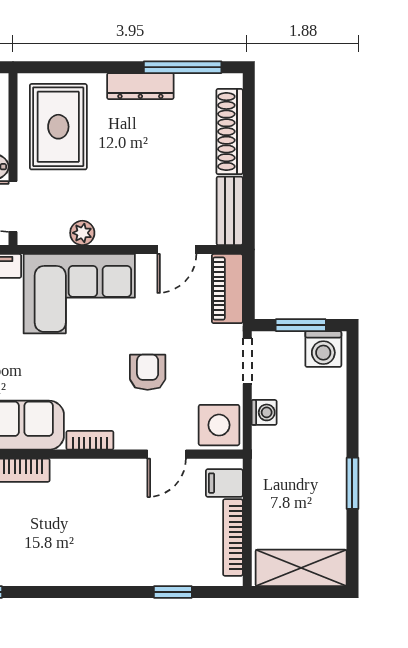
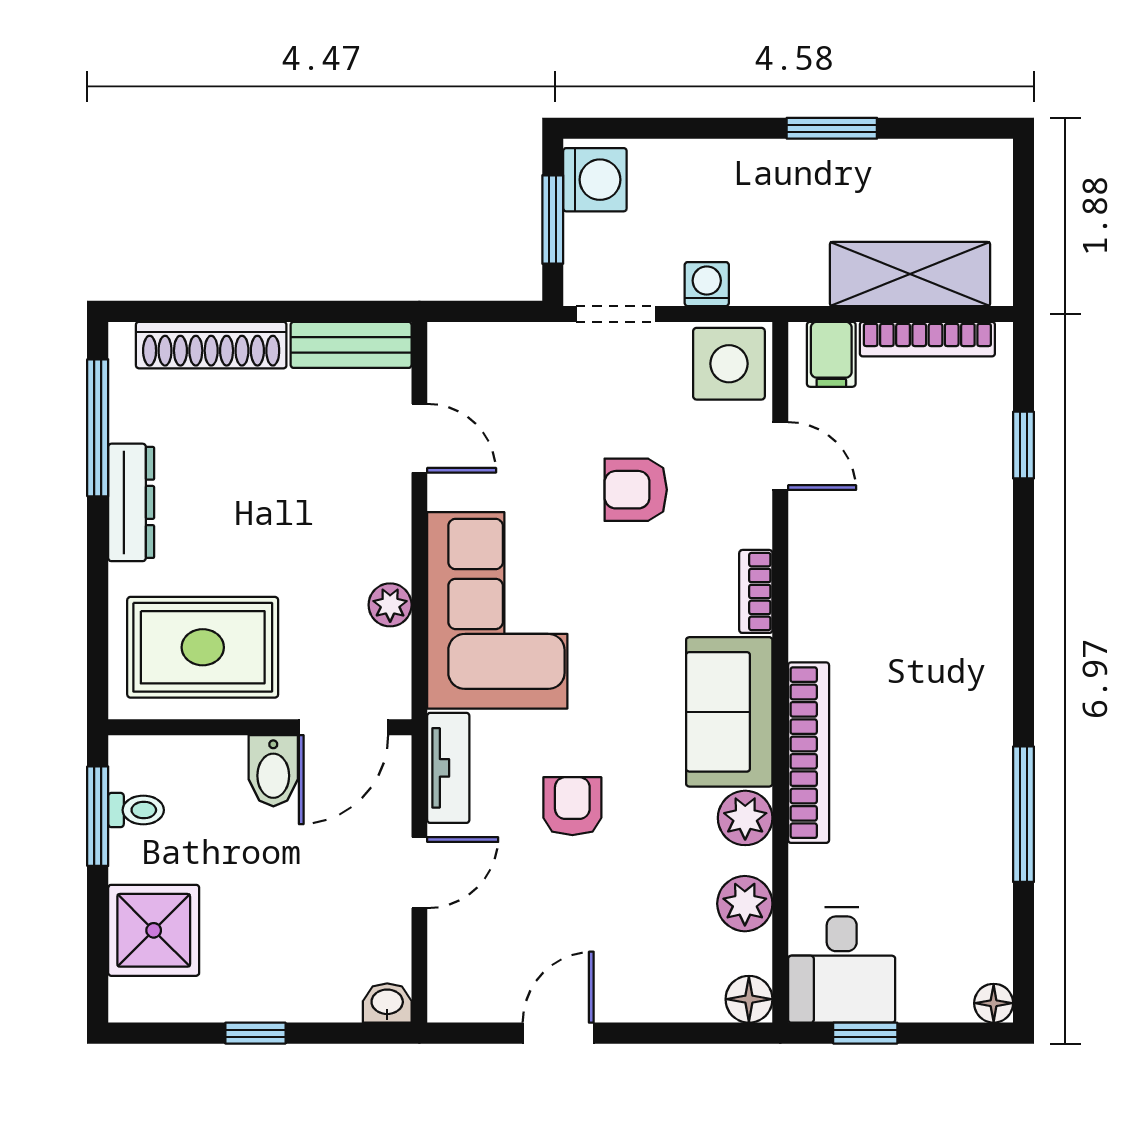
piano: (227, 289) -> (488, 349), removed
shelving: (301, 568) -> (910, 274), moved, turned 90

